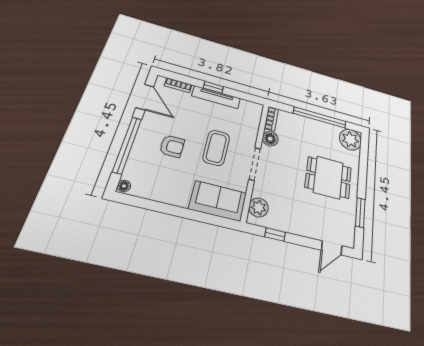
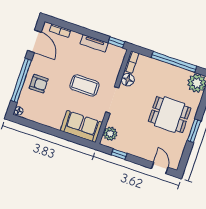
window: (213, 87) -> (116, 42), moved
tv unit: (216, 97) -> (94, 43), width x0.71
armchair: (172, 146) -> (39, 84), moved
coffee table: (216, 148) -> (84, 85), turned 90
window: (360, 213) -> (194, 131), moved
door: (332, 248) -> (160, 168), swing flipped

